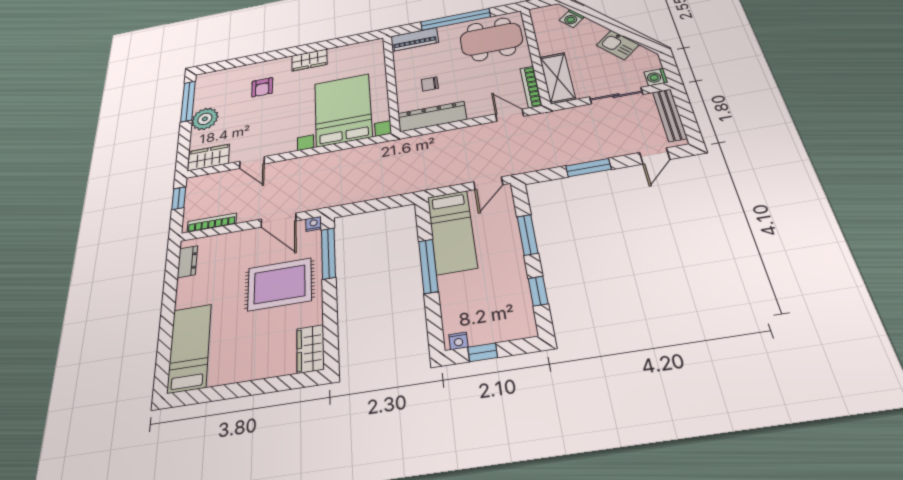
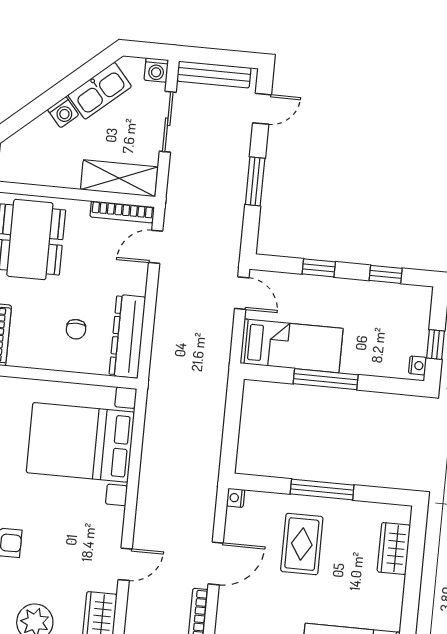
washing machine: (572, 19) -> (63, 112), moved
kitchen sink: (618, 45) -> (100, 91), width x1.38
door: (655, 156) -> (262, 109), hinge flipped
door: (279, 220) -> (216, 563), moved
window: (527, 235) -> (319, 268), width x0.67
window: (328, 253) -> (322, 489), moved
rug: (280, 284) -> (302, 544), width x0.73, depth x0.70
wardrobe: (310, 349) -> (394, 548), moved, turned 90

